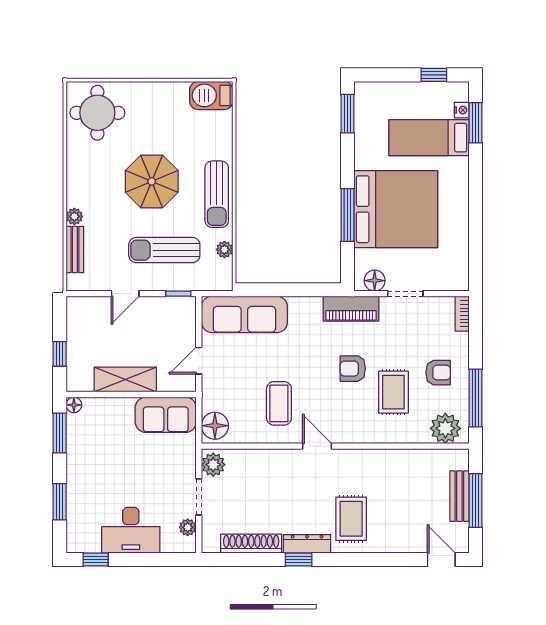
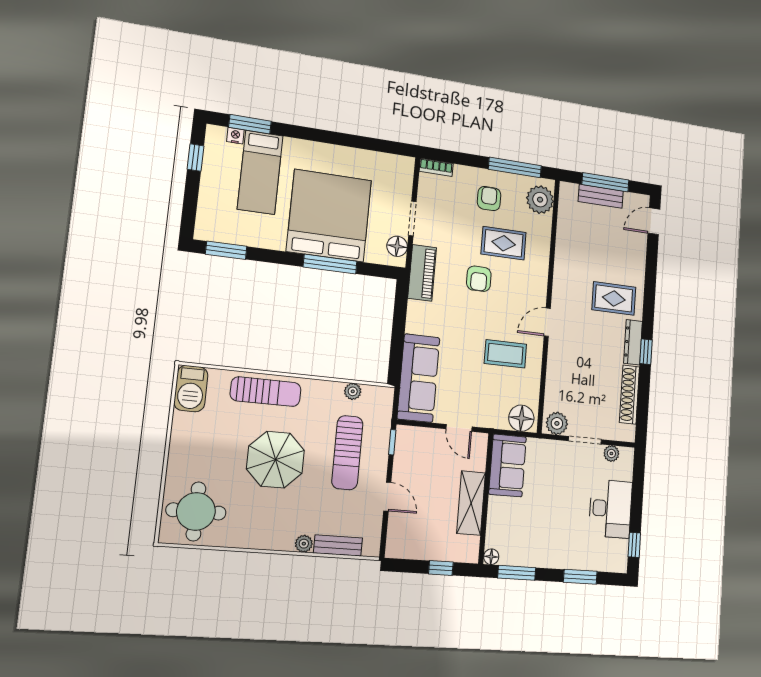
sun lounger: (217, 194) -> (266, 392), moved

